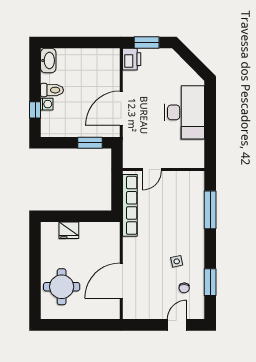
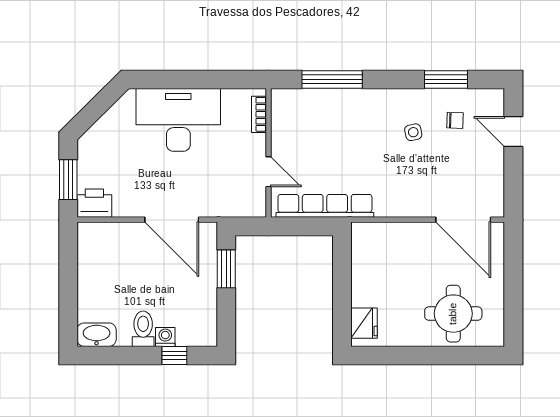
bookcase: (188, 164) -> (259, 114), added
fridge: (69, 230) -> (364, 323), moved
door: (121, 281) -> (463, 220), moved

